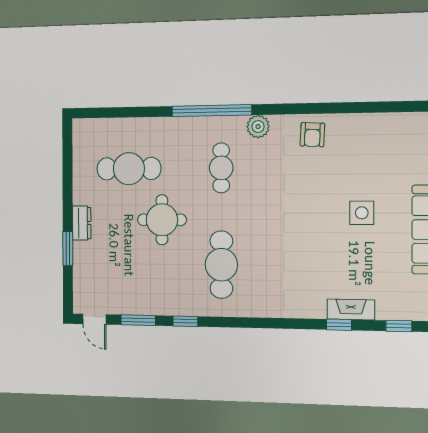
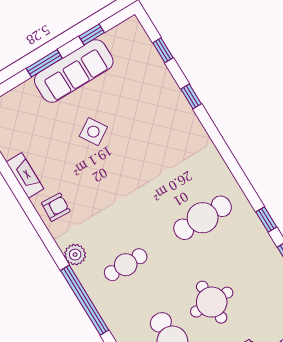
side table: (362, 213) -> (93, 132), turned -32
round table: (162, 220) -> (212, 302), moved
fireplace: (351, 309) -> (25, 175), moved, turned 180

